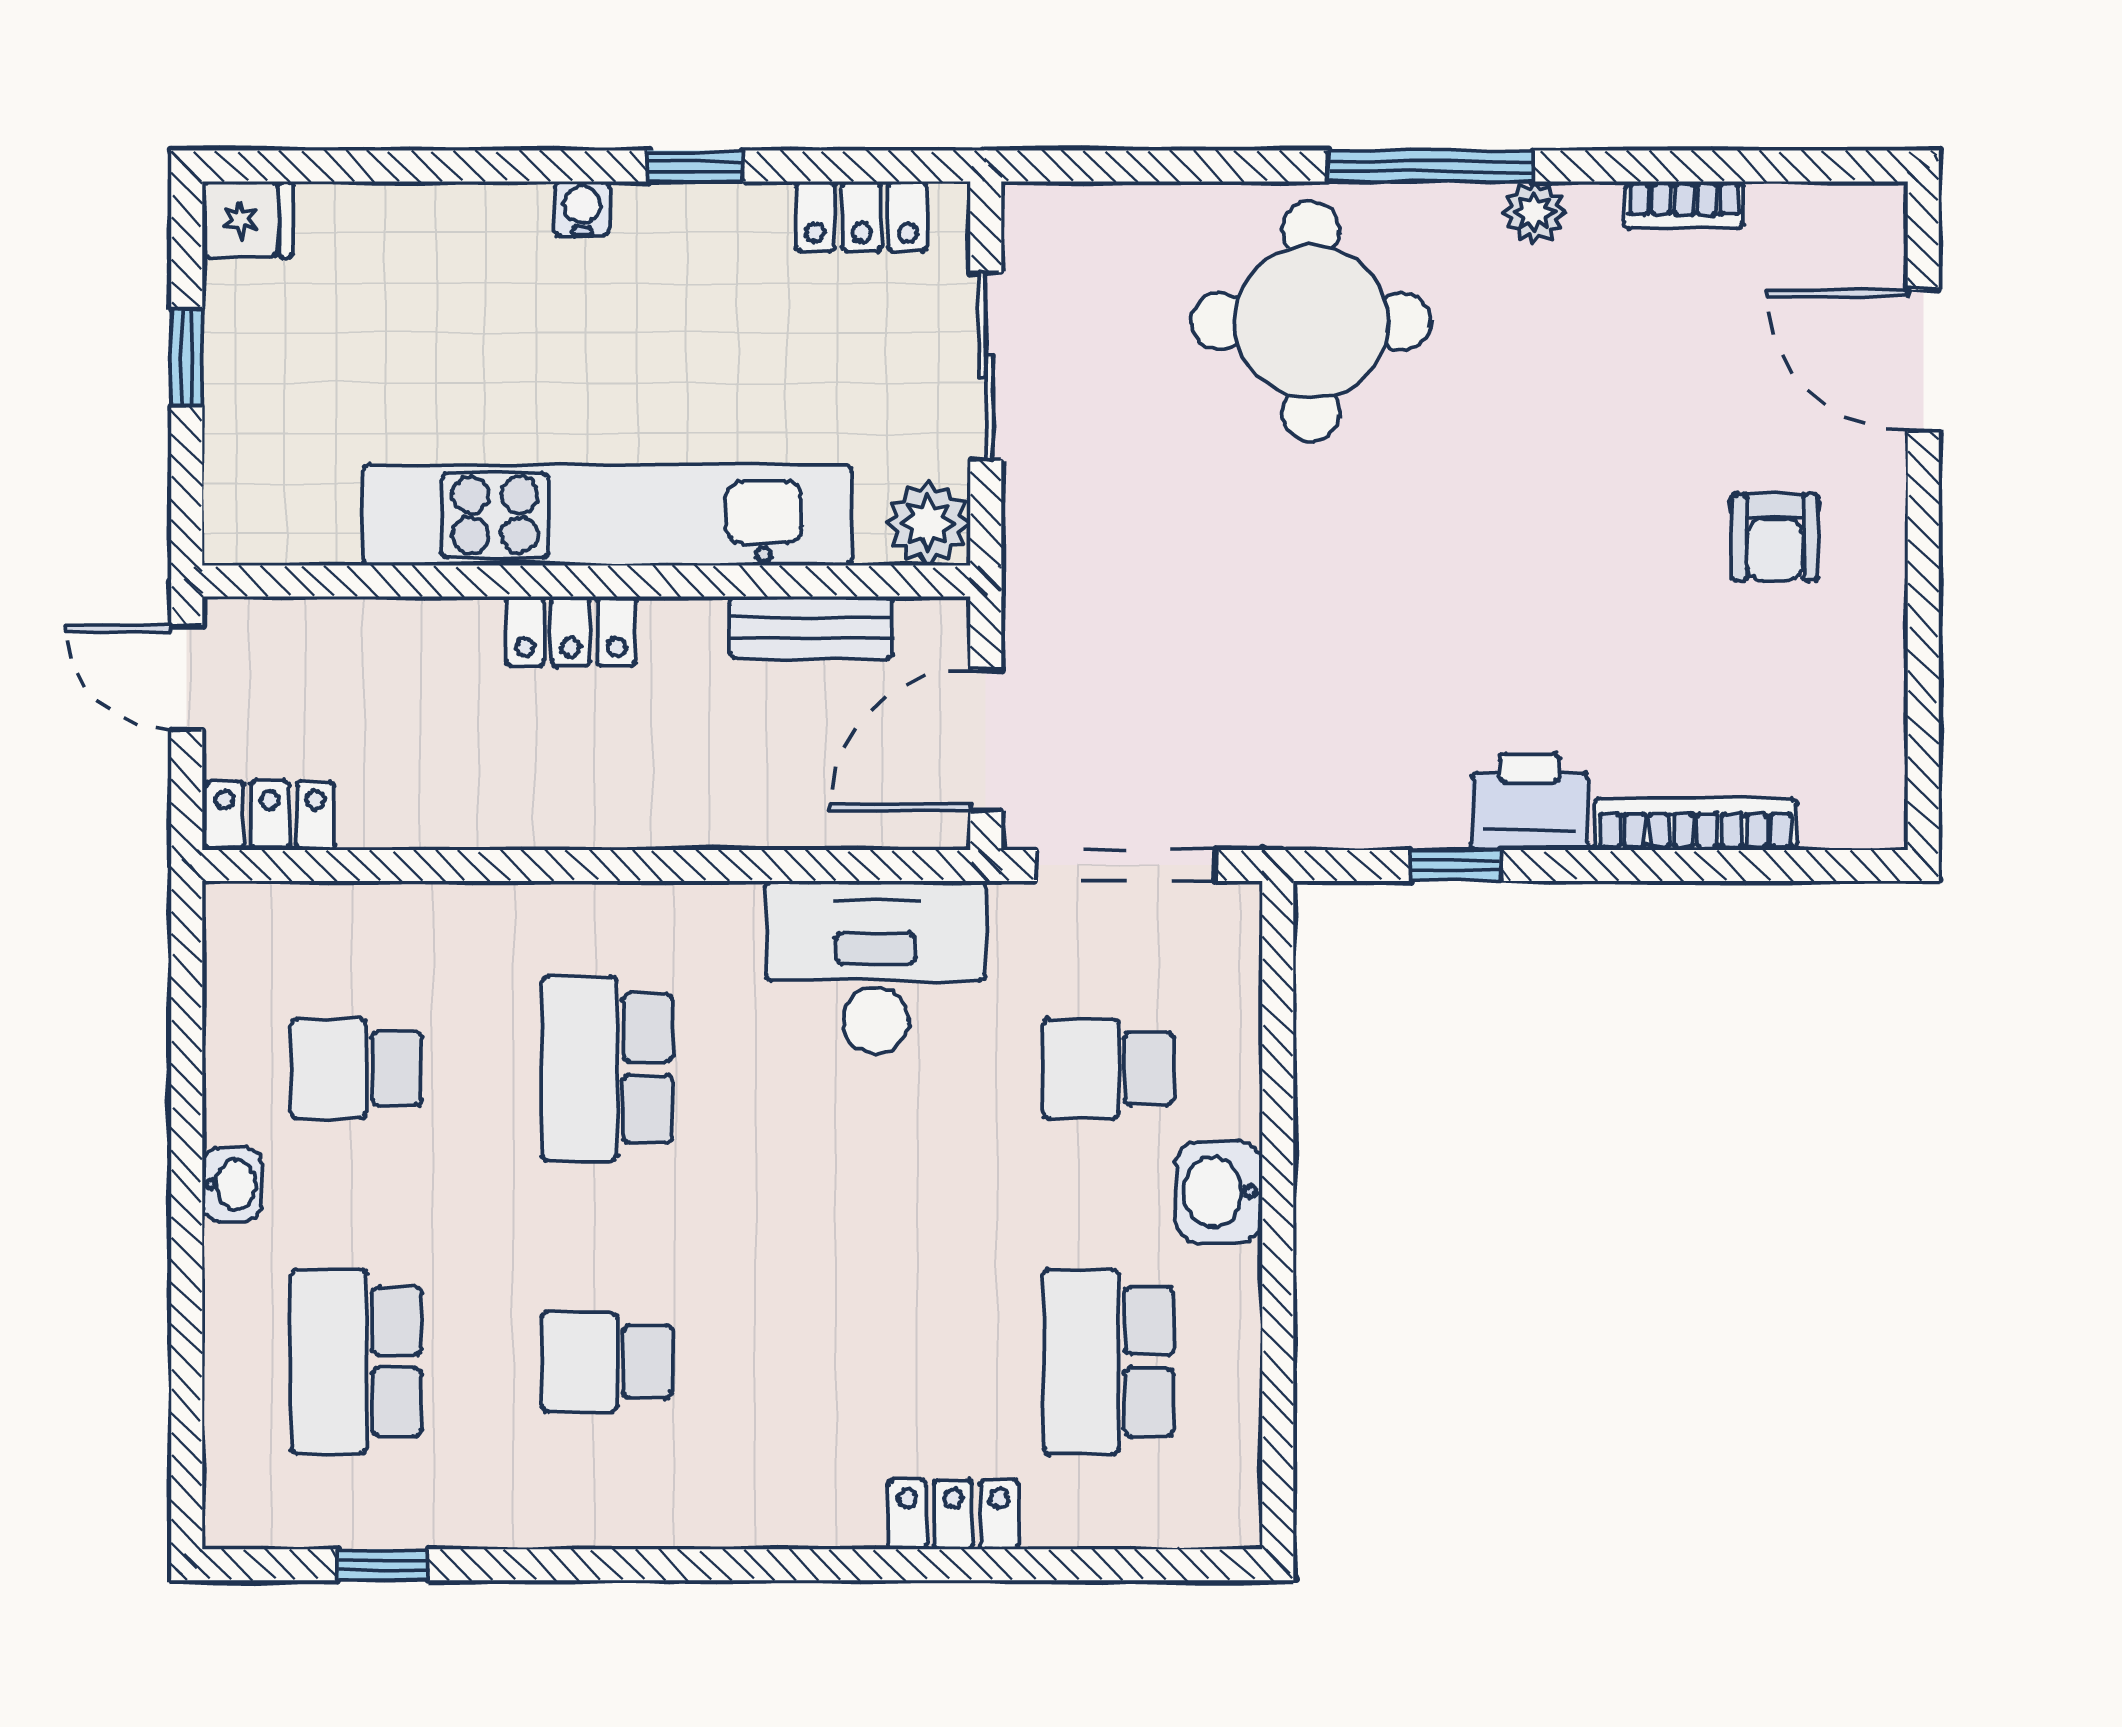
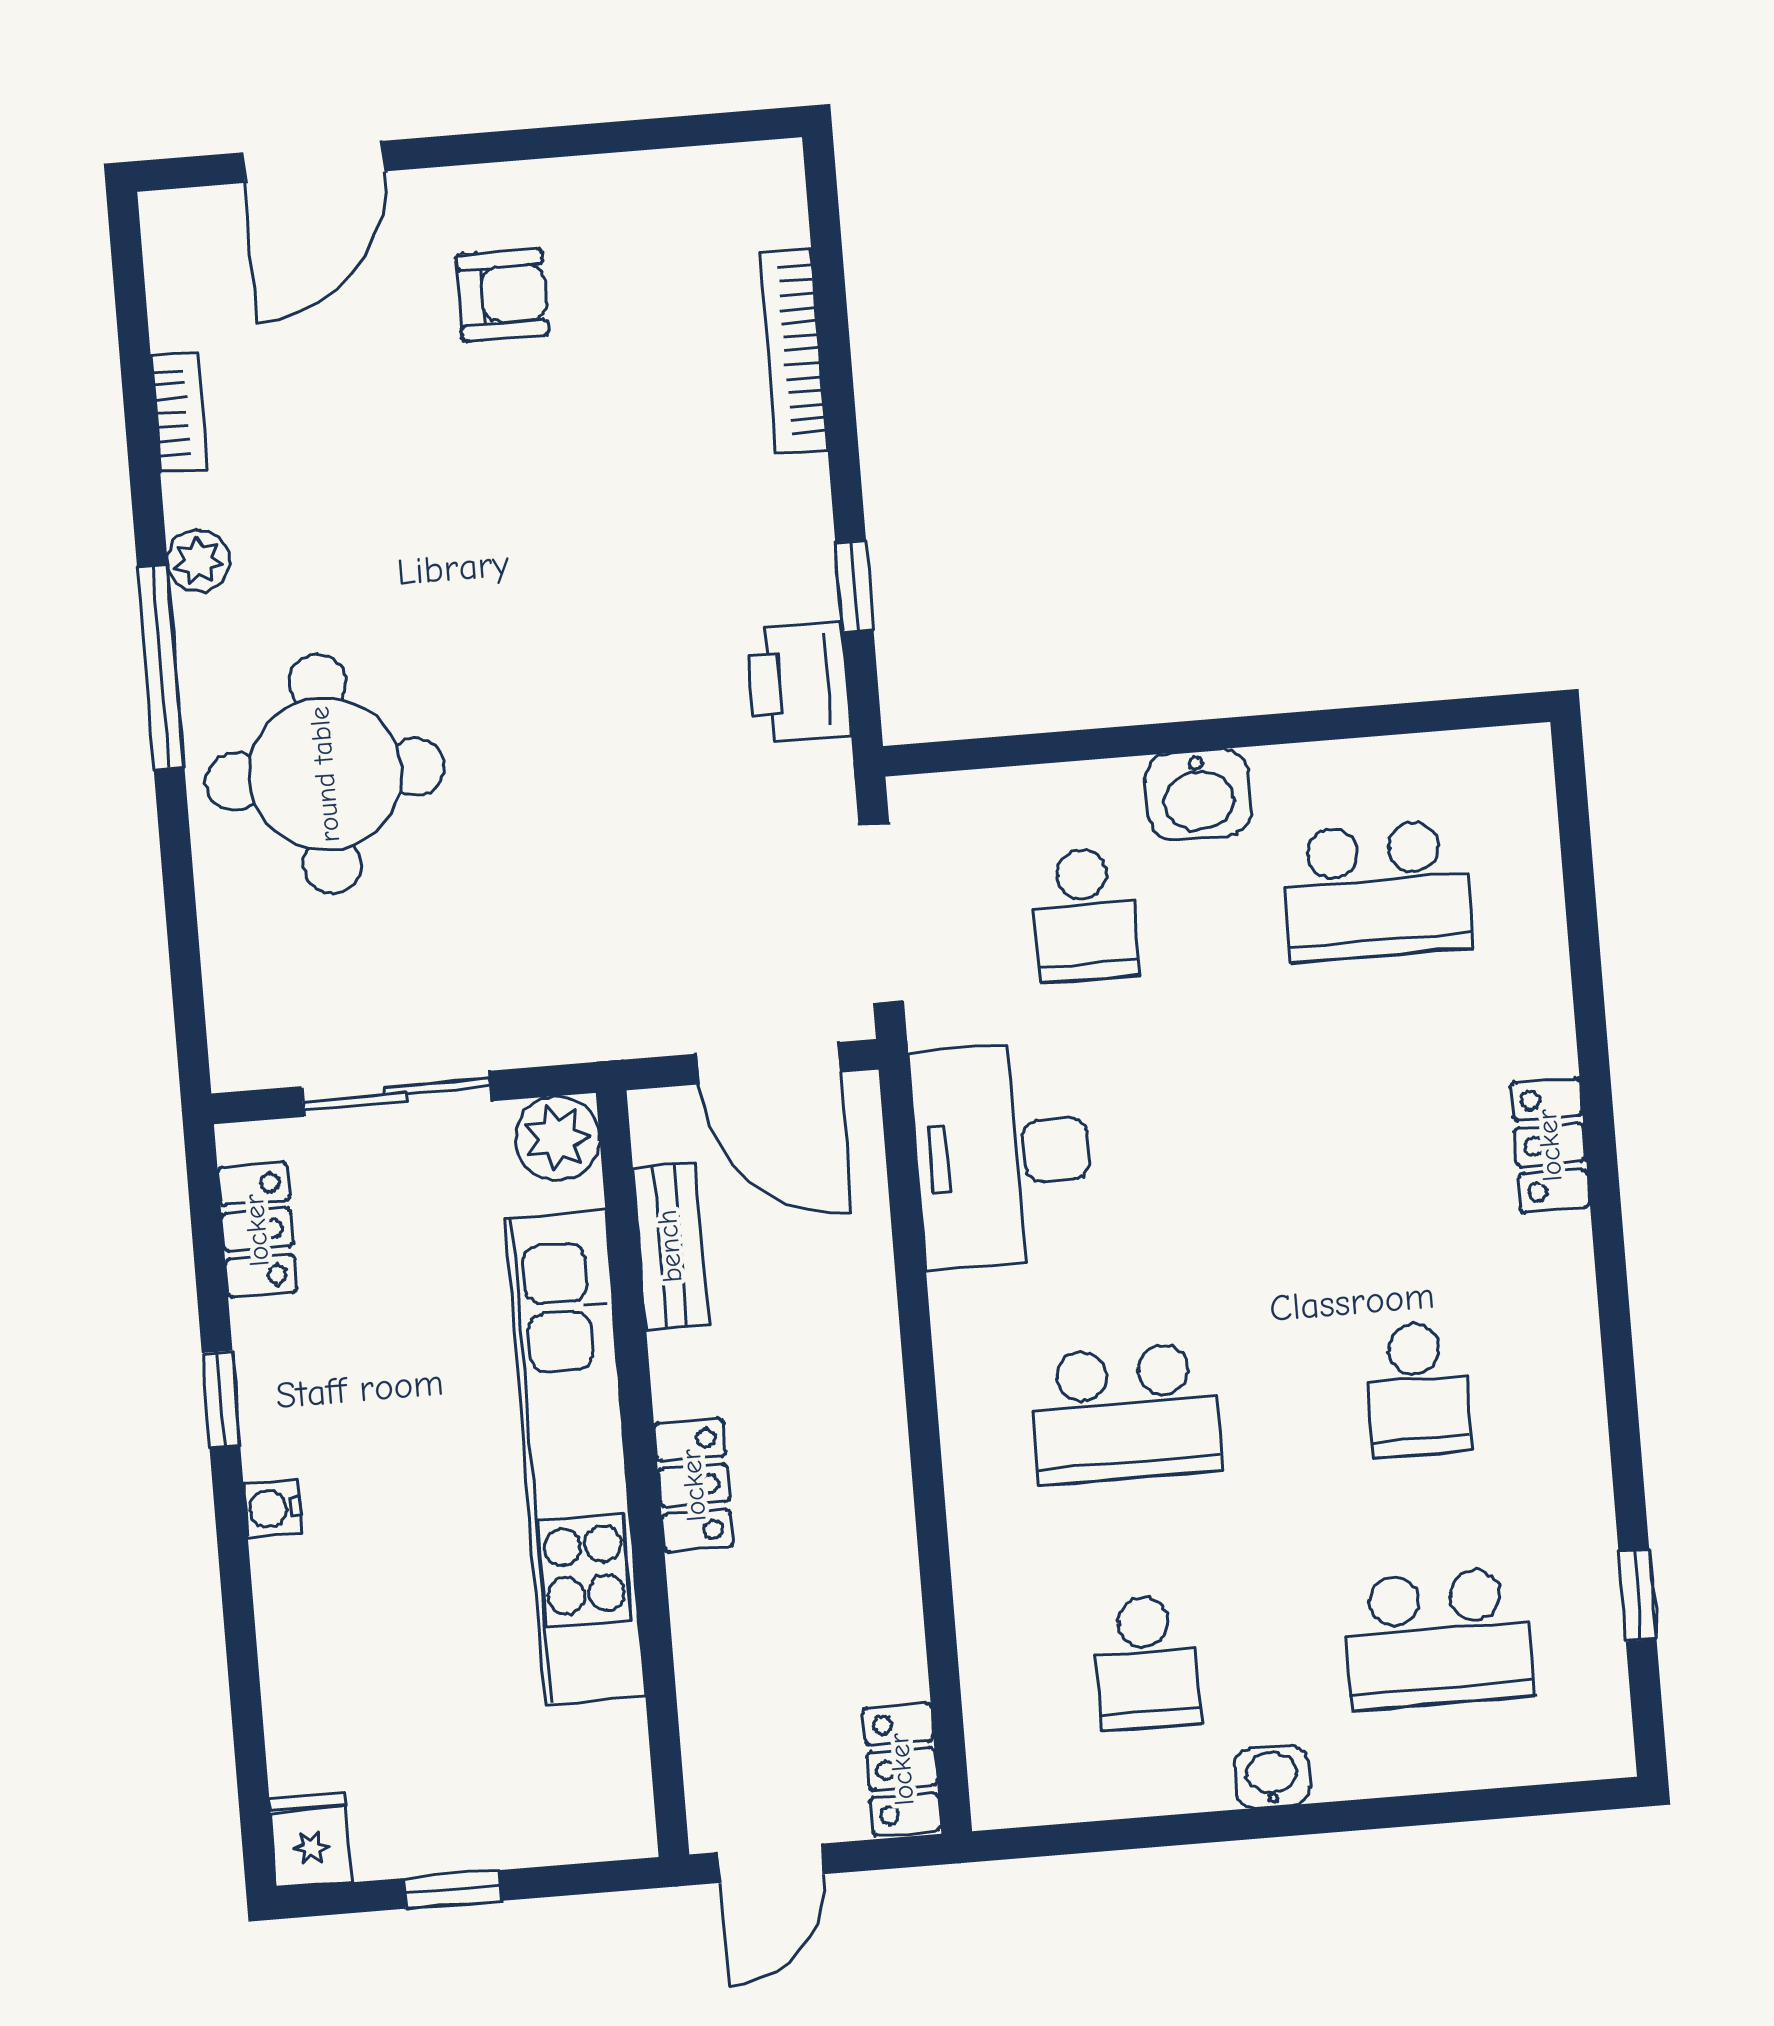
printer: (1530, 802) -> (798, 682), moved
locker: (953, 1514) -> (1550, 1145), moved

